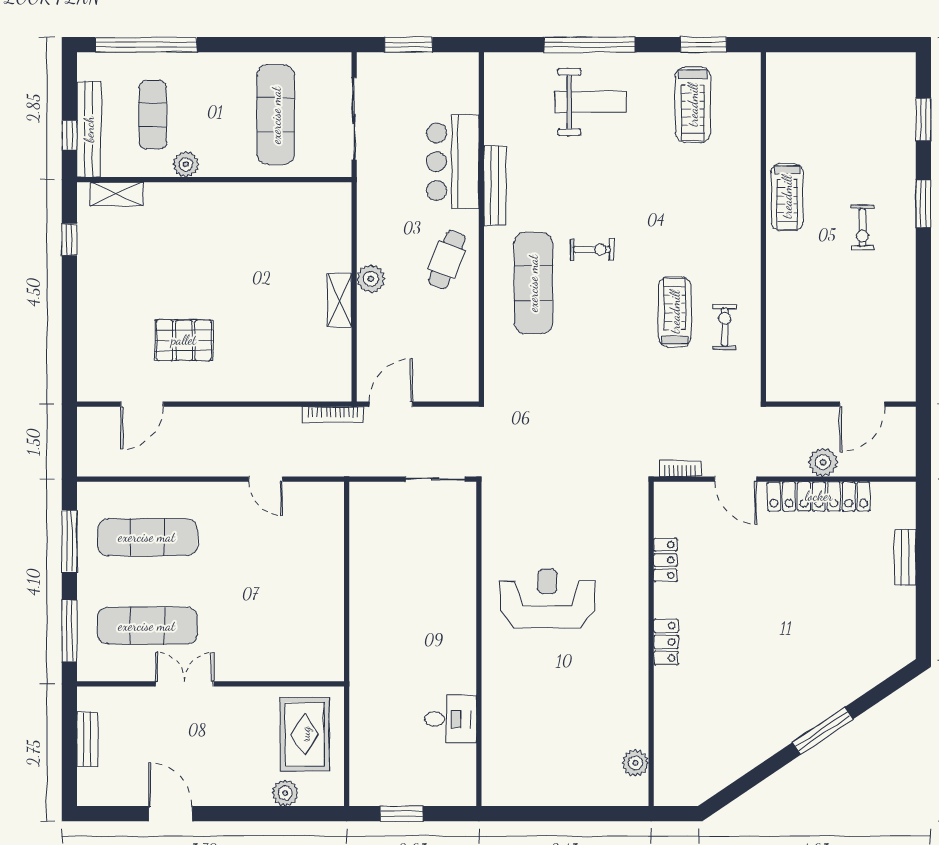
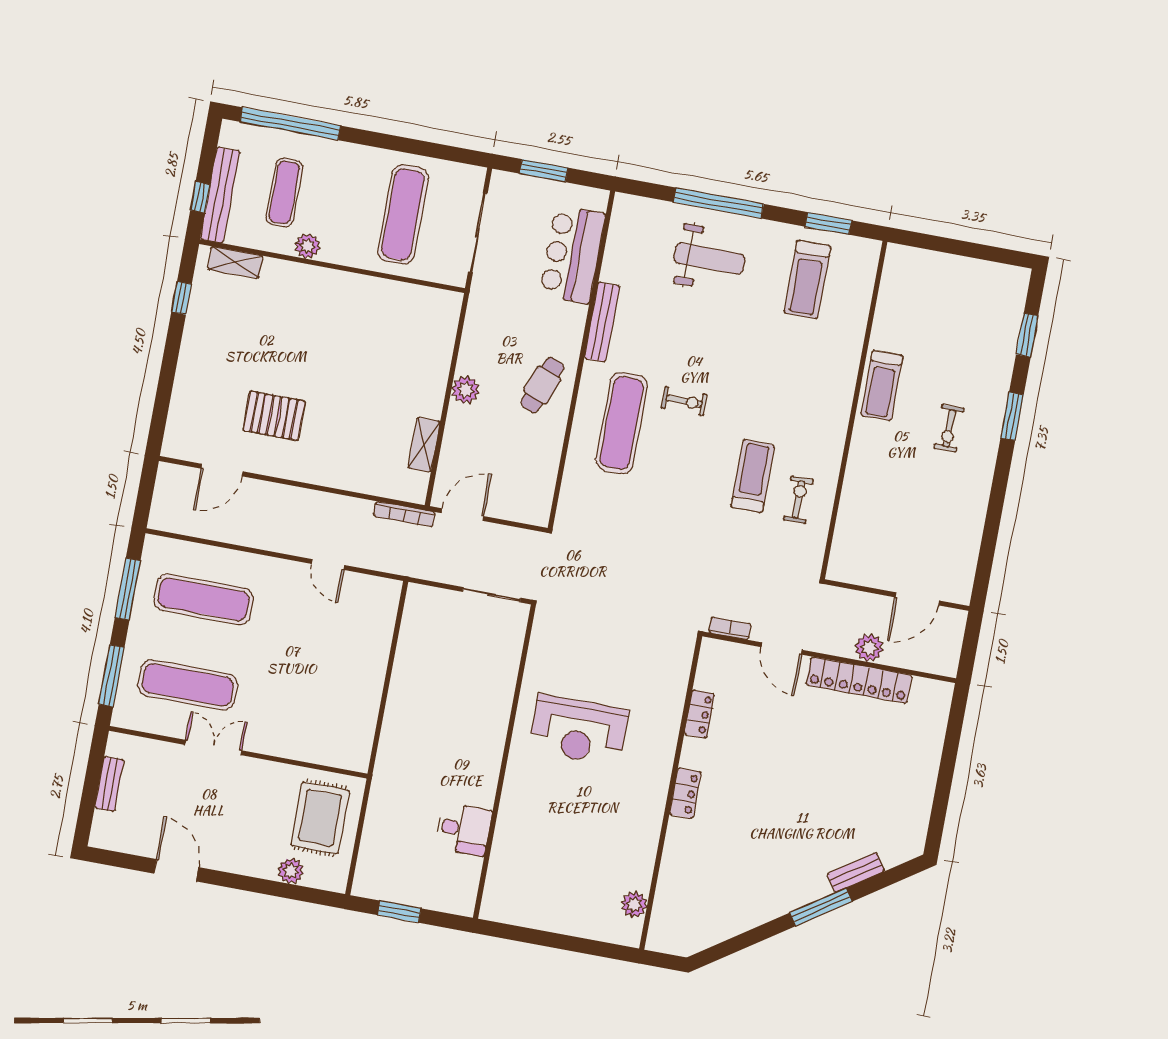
bar counter: (453, 162) -> (572, 255), moved
shelving: (340, 300) -> (424, 445), moved
bench: (905, 557) -> (856, 872), moved, turned 56
reception desk: (547, 599) -> (579, 730), turned 180

